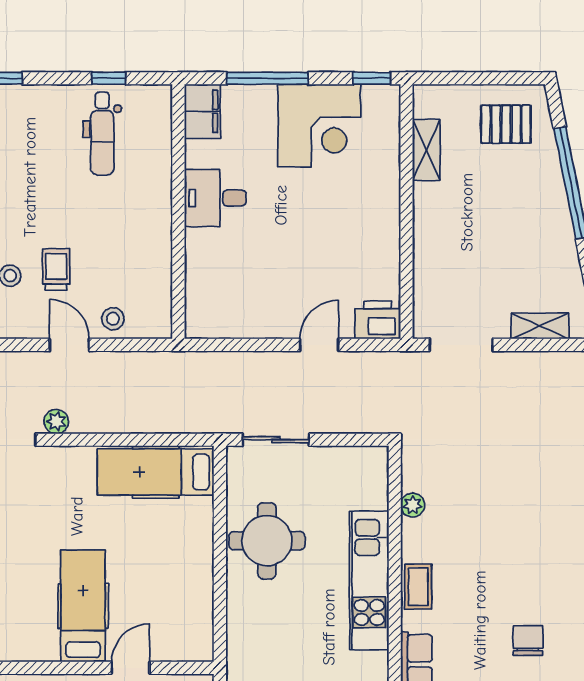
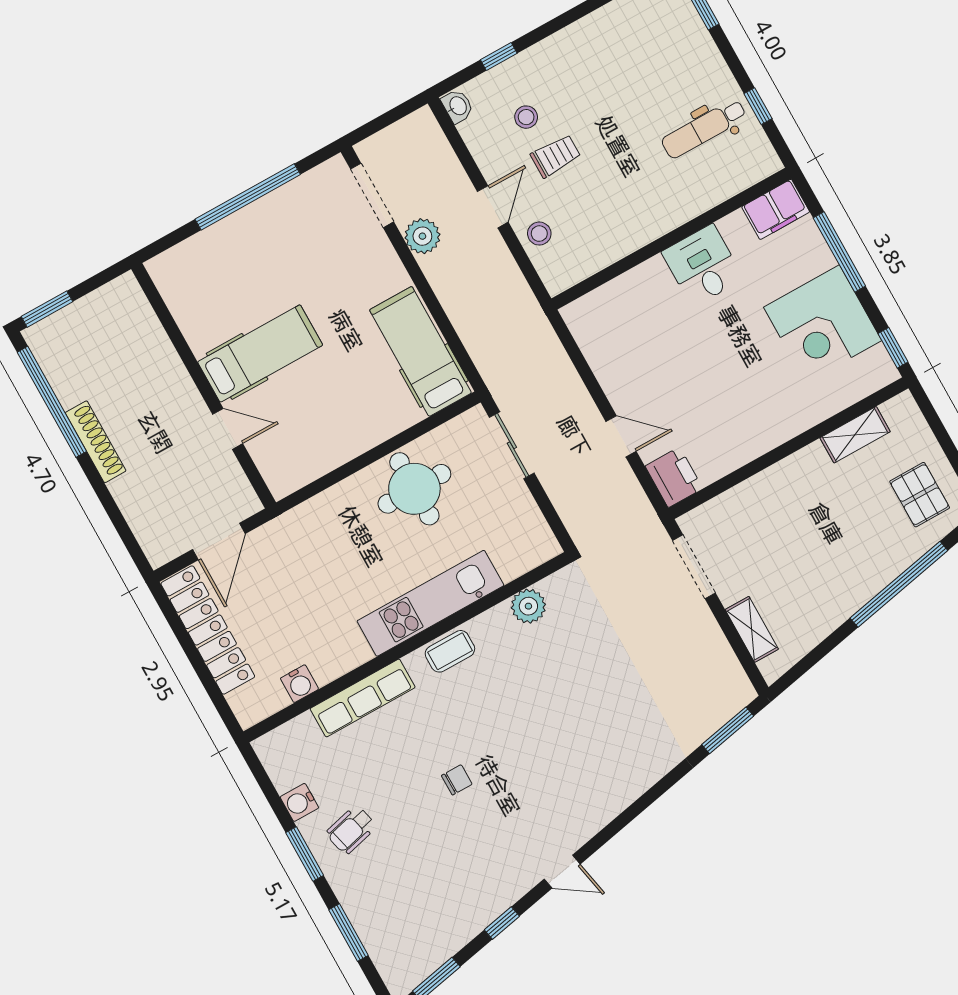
plant: (56, 422) -> (422, 236), width x1.38, depth x1.38
plant: (413, 505) -> (528, 606), width x1.38, depth x1.38
chair: (528, 641) -> (457, 780), width x0.73, depth x0.73

